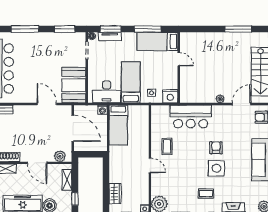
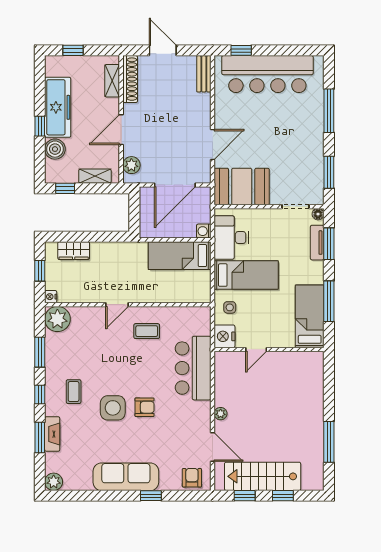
door: (179, 59) -> (256, 349), moved

